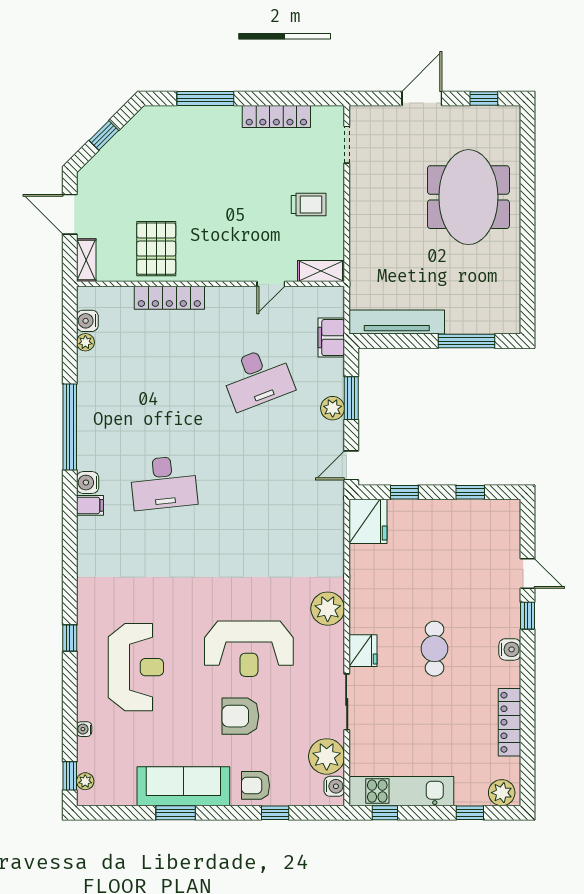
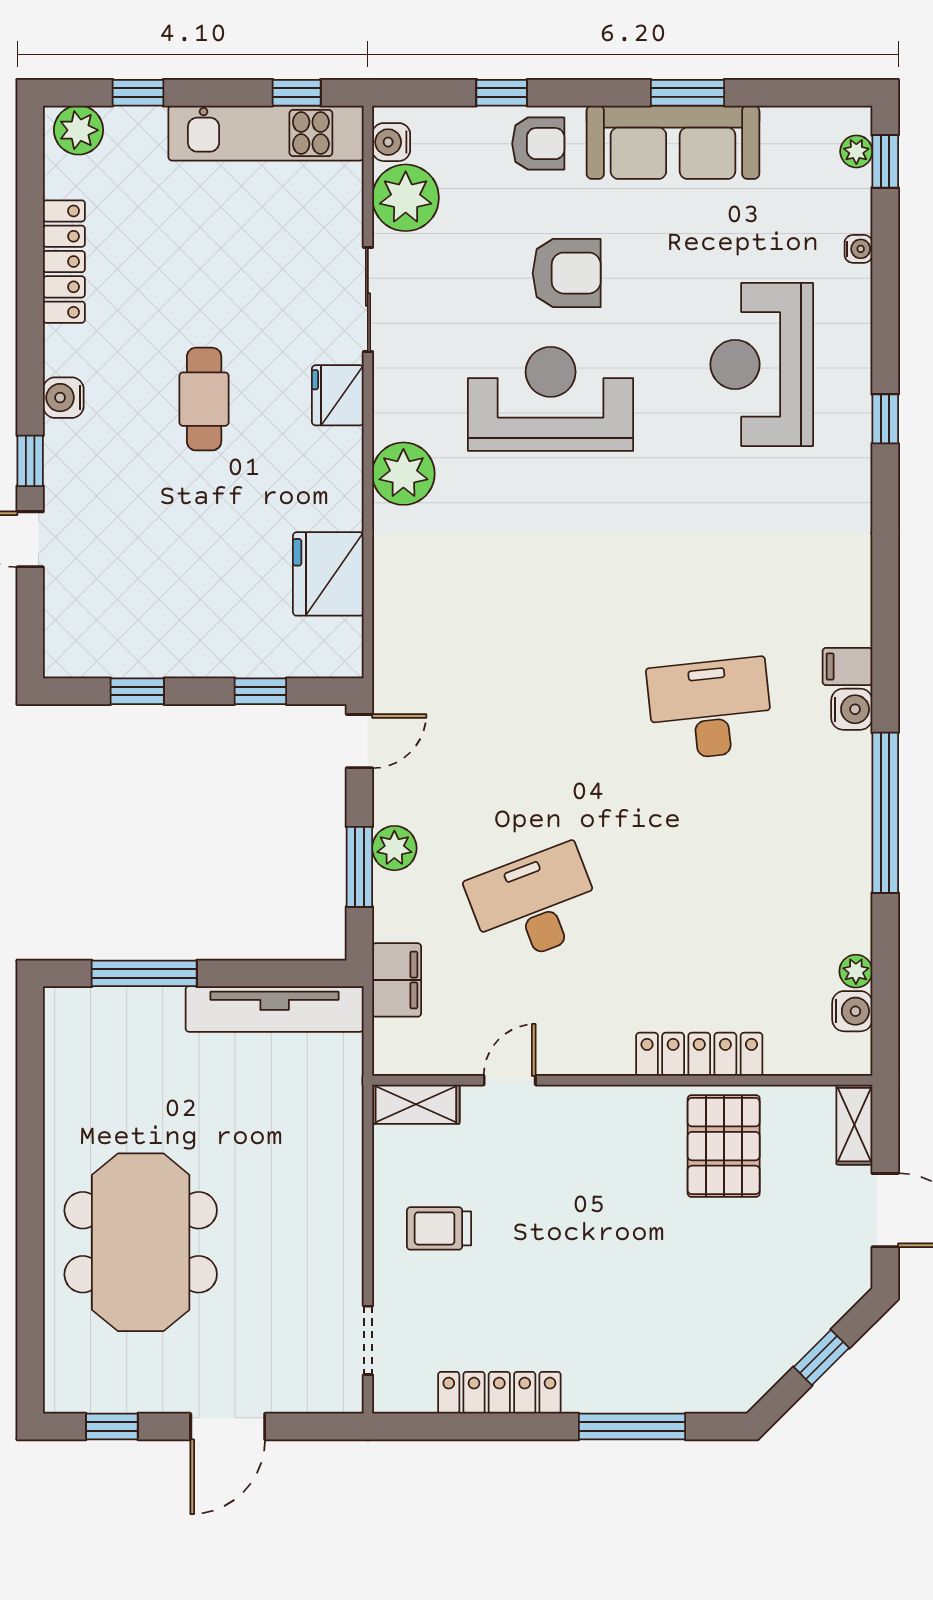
fridge: (368, 521) -> (328, 574), moved

